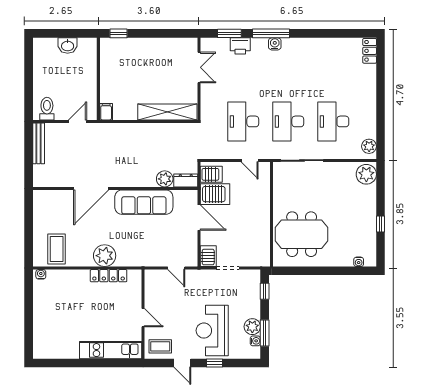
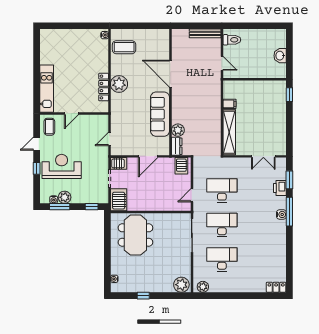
filing cabinet: (106, 112) -> (229, 104), moved
server rack: (215, 194) -> (119, 200), moved, turned 180

